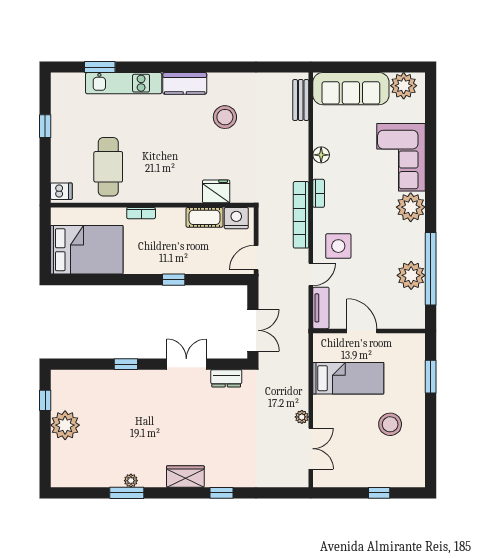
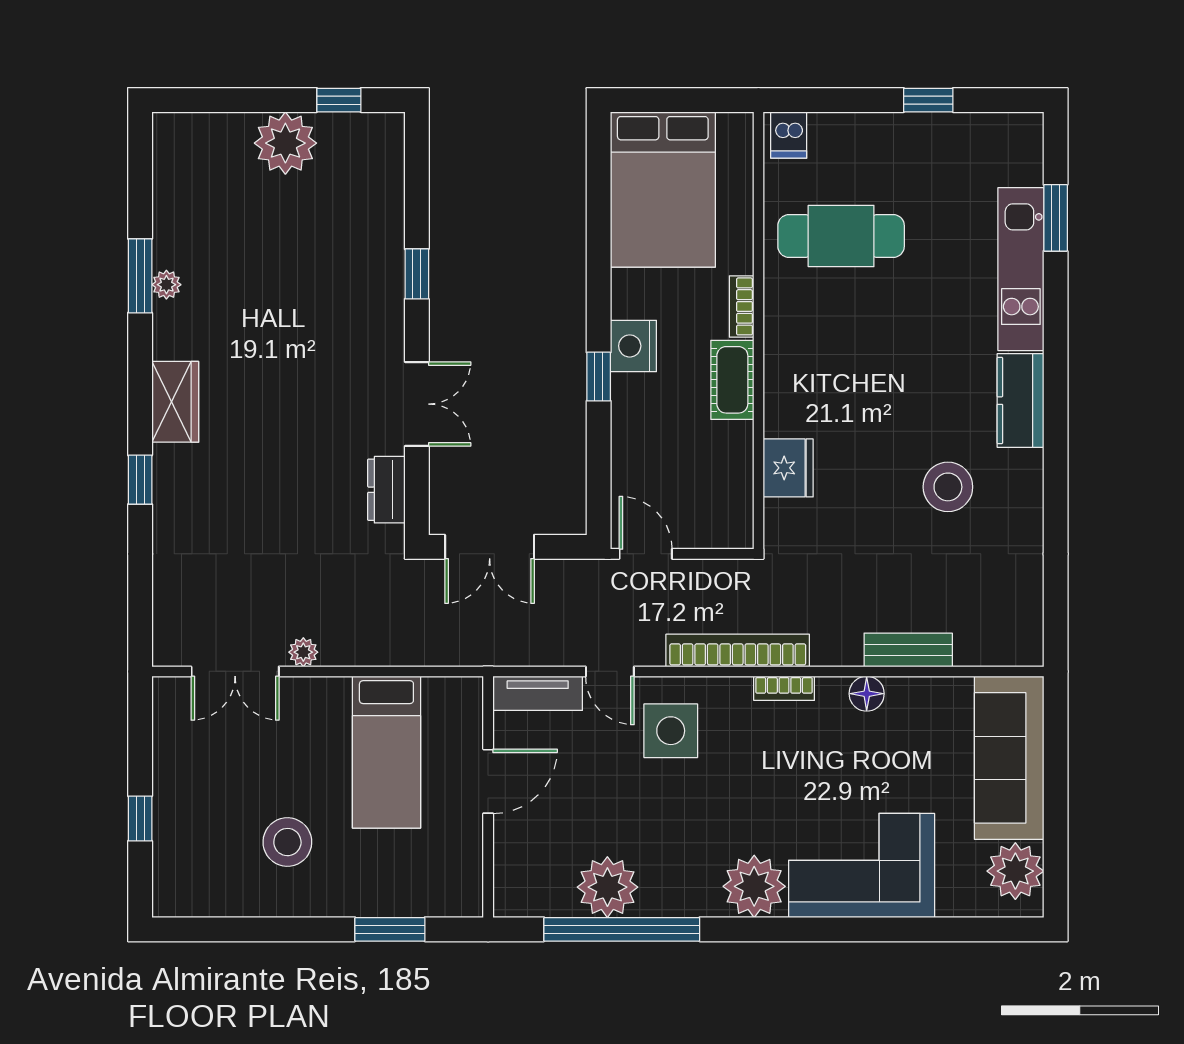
bench: (301, 100) -> (908, 650), moved
cot: (204, 217) -> (732, 380), moved
nightstand: (236, 218) -> (633, 346), moved, turned 180

